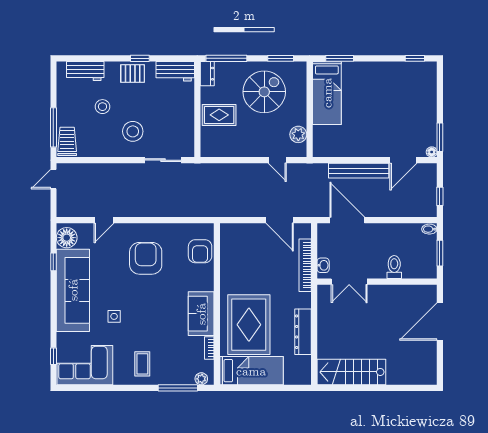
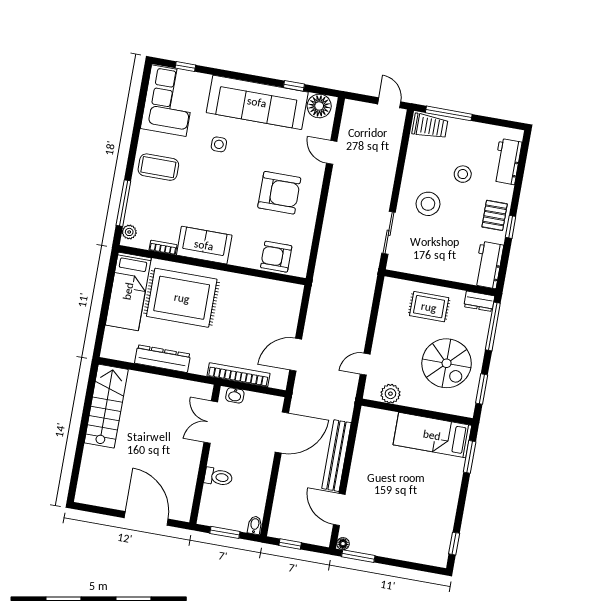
rug: (219, 115) -> (429, 307), turned 90
coffee table: (142, 364) -> (158, 167), width x1.36, depth x1.30

